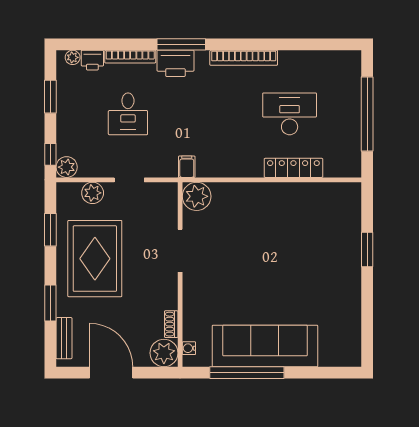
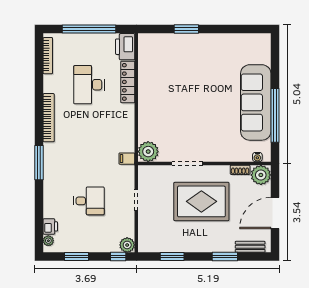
bookcase: (130, 57) -> (48, 56), moved
printer: (175, 63) -> (125, 47), moved, turned 180
plant: (93, 193) -> (146, 226), removed
rug: (95, 259) -> (201, 201), moved

